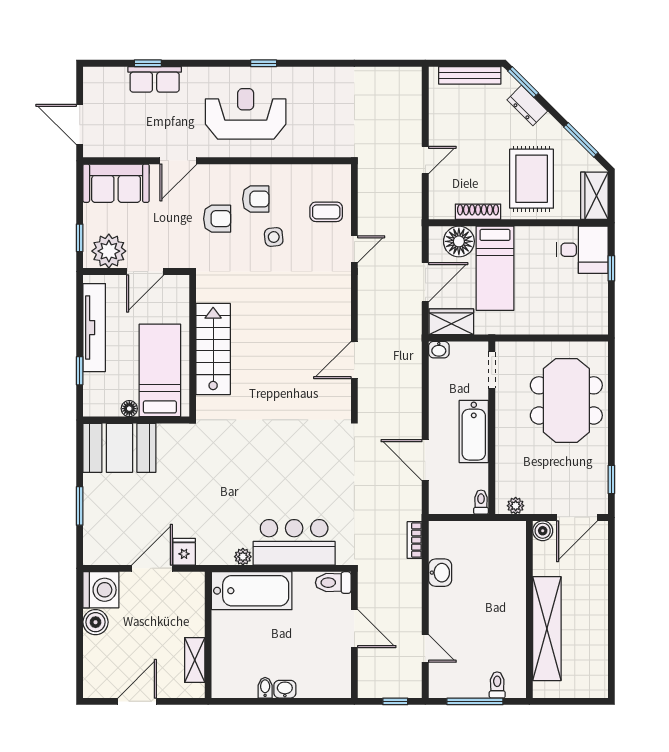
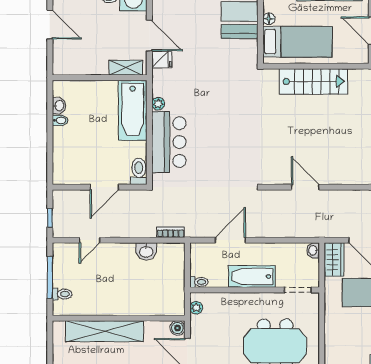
shelving: (195, 660) -> (126, 68), moved
washbasin: (285, 689) -> (59, 106), moved

